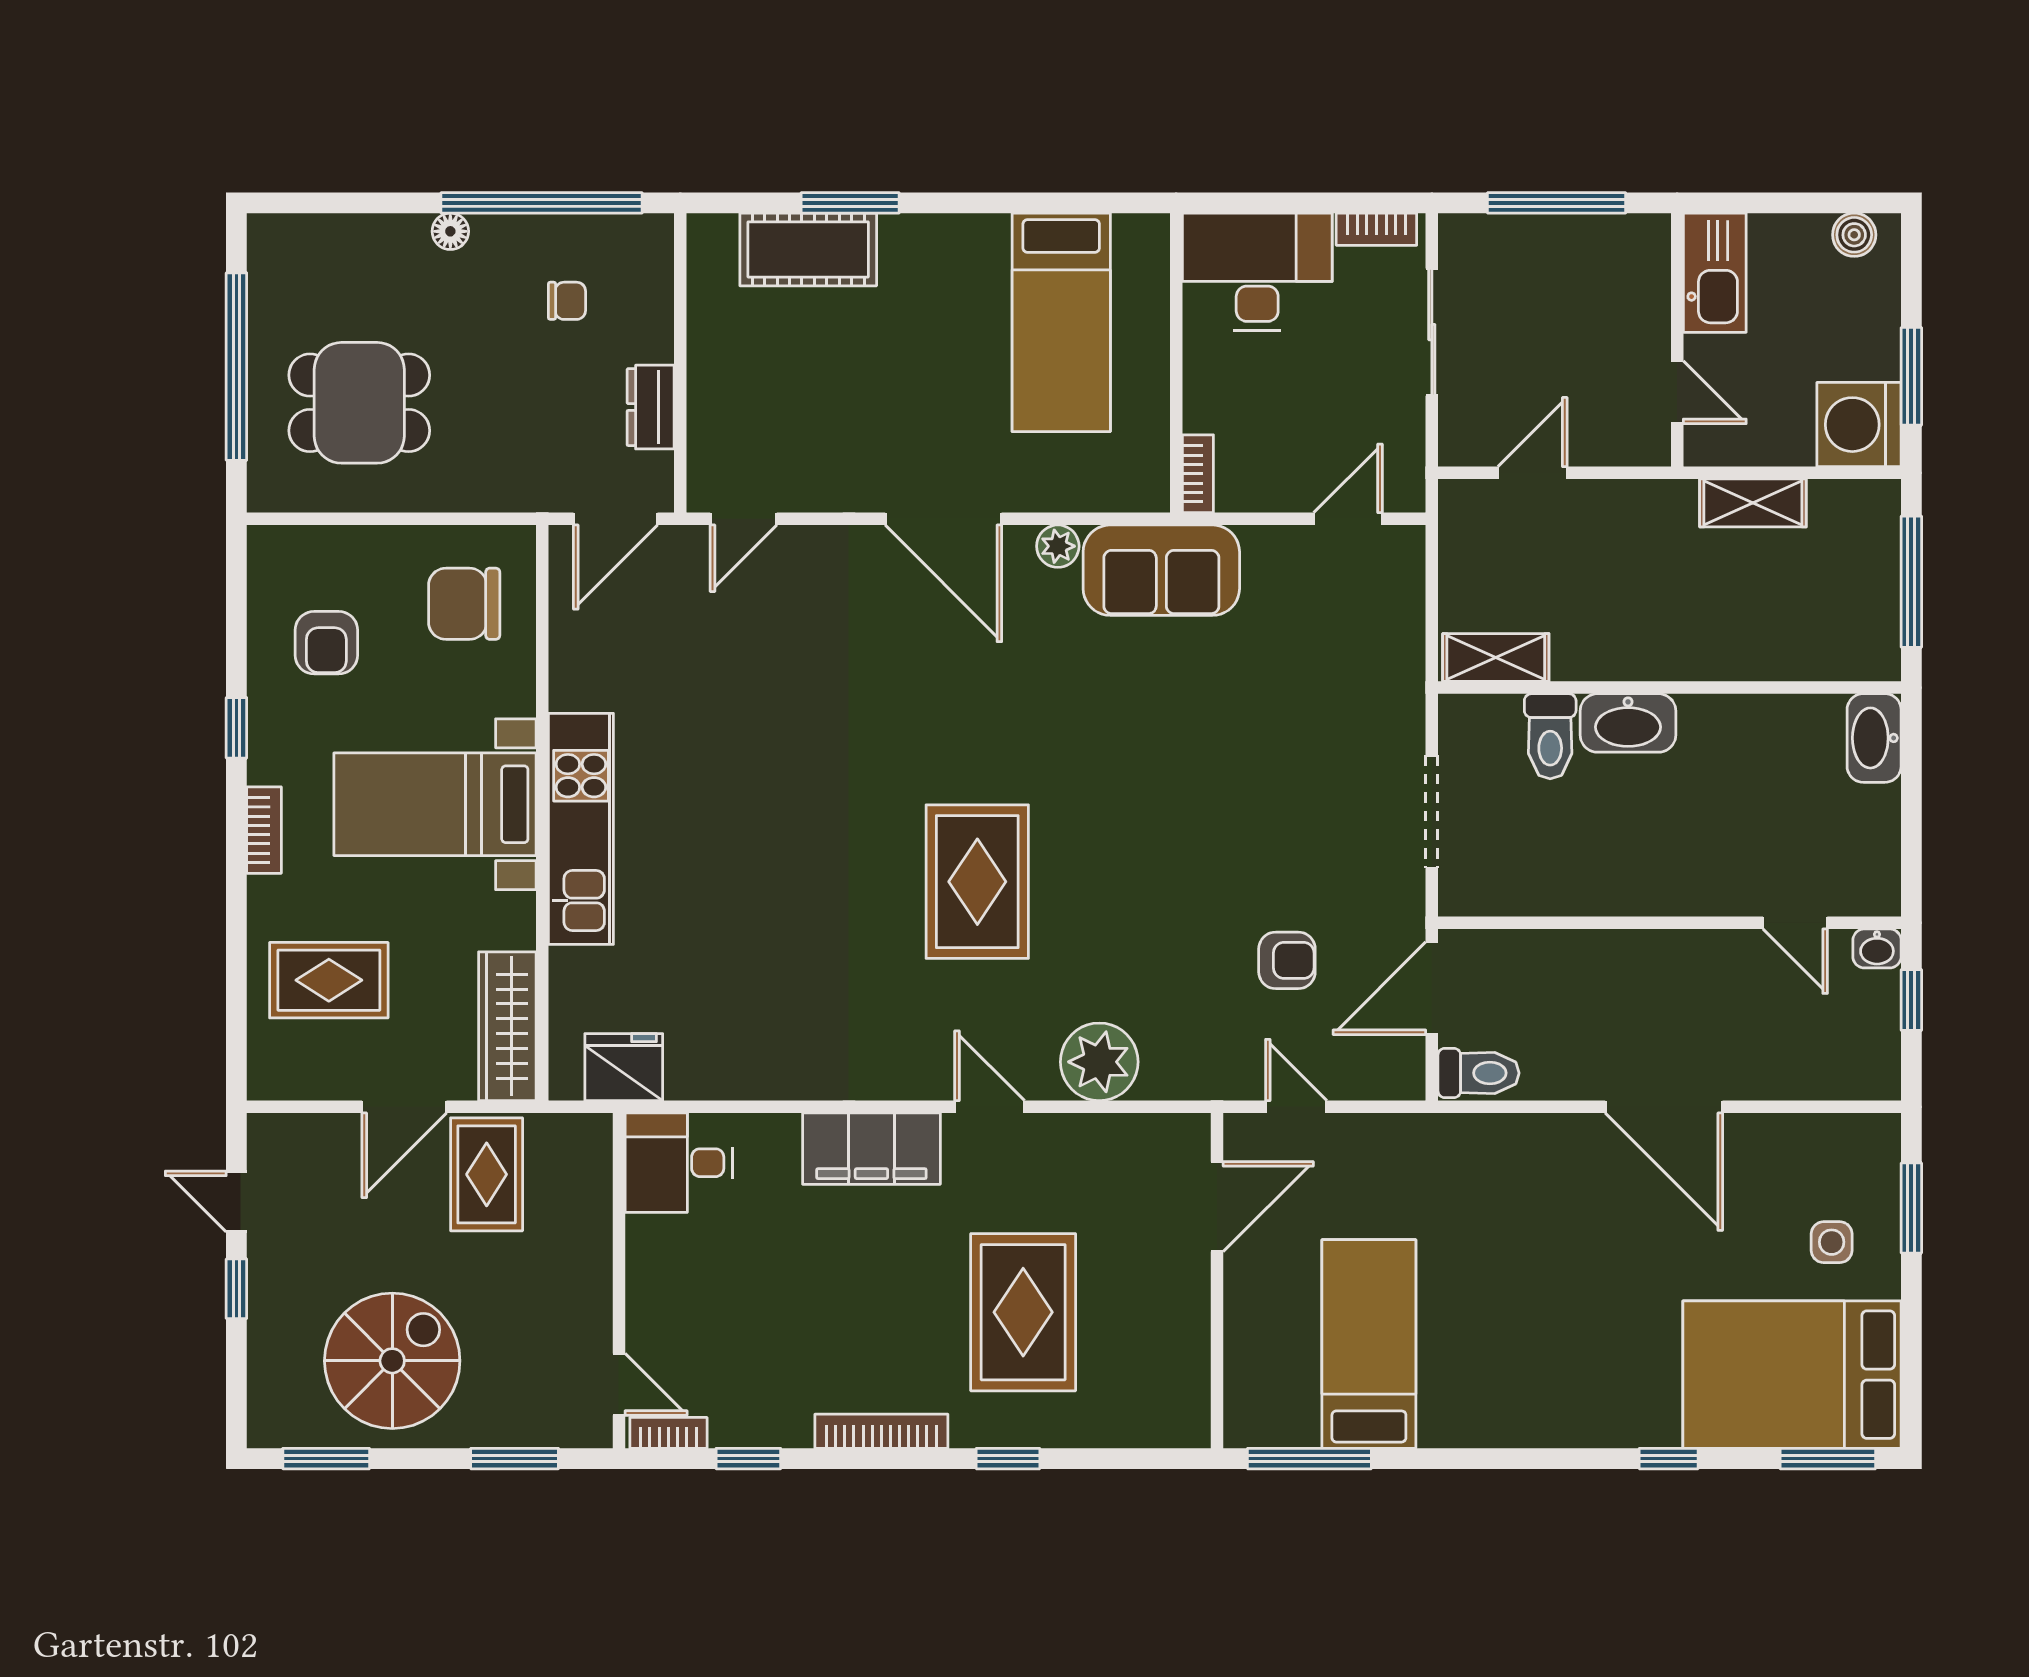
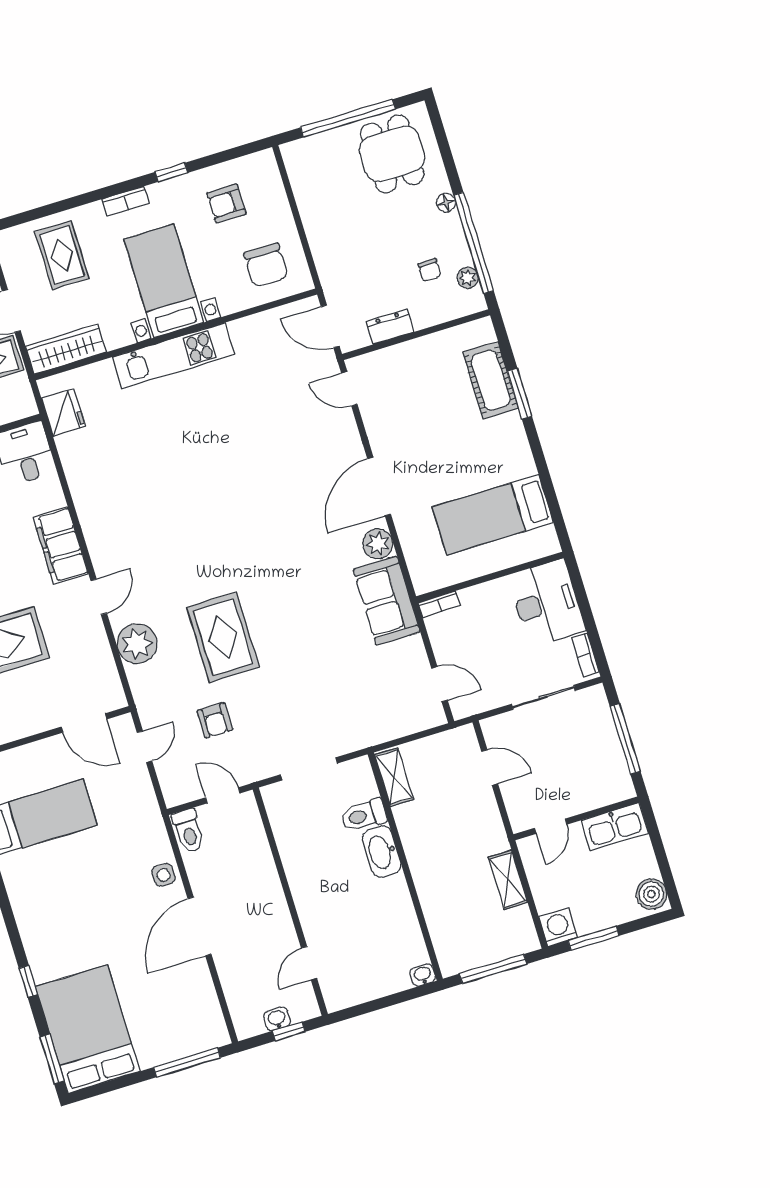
plant: (603, 234) -> (468, 278), added
boiler: (1854, 235) -> (651, 894), width x1.36, depth x1.36
dining table: (359, 403) -> (392, 154), moved
washing machine: (1859, 425) -> (558, 927), width x0.73, depth x0.73
plant: (1058, 546) -> (378, 544), width x1.38, depth x1.38
chair: (464, 604) -> (266, 265), turned 180
washbasin: (1874, 738) -> (423, 975), width x0.52, depth x0.69
rug: (977, 882) -> (223, 637), moved, turned 90
washbasin: (1877, 948) -> (277, 1019), moved, turned 90
door: (1432, 988) -> (223, 795), width x0.73
window: (1911, 1208) -> (187, 1062), width x1.44
side table: (1832, 1242) -> (164, 875), moved

